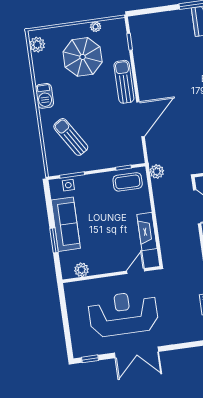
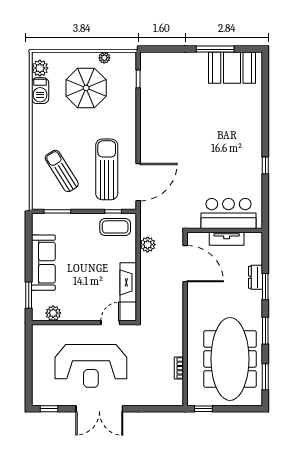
sun lounger: (124, 82) -> (107, 169), moved, width x1.36, depth x1.34
barbecue: (45, 96) -> (40, 91), moved
door: (140, 119) -> (138, 182), moved
plant: (157, 172) -> (148, 245), moved
side table: (68, 185) -> (52, 222), removed
window: (54, 240) -> (29, 295), moved
reception desk: (123, 314) -> (91, 366), turned 180

